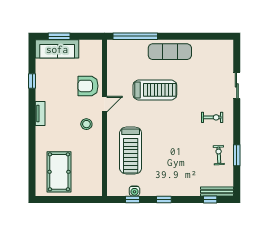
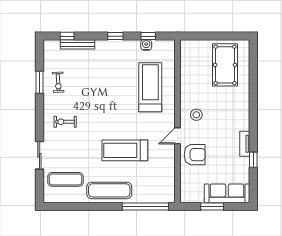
window: (59, 36) -> (212, 207), moved
exercise mat: (212, 62) -> (66, 179), added
tv unit: (40, 114) -> (245, 144), moved
bench: (217, 192) -> (77, 44), moved

